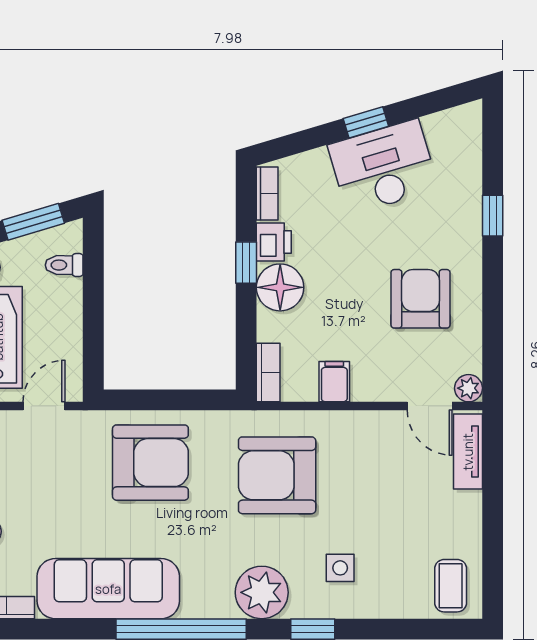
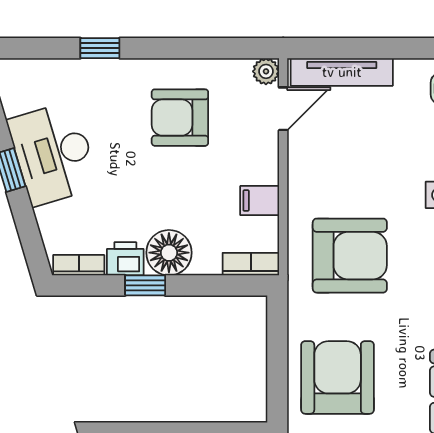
tv unit: (468, 452) -> (342, 72), width x1.41
armchair: (277, 475) -> (350, 256), turned -90

